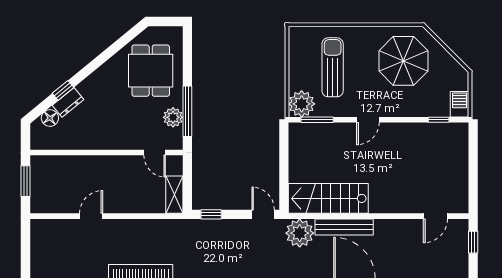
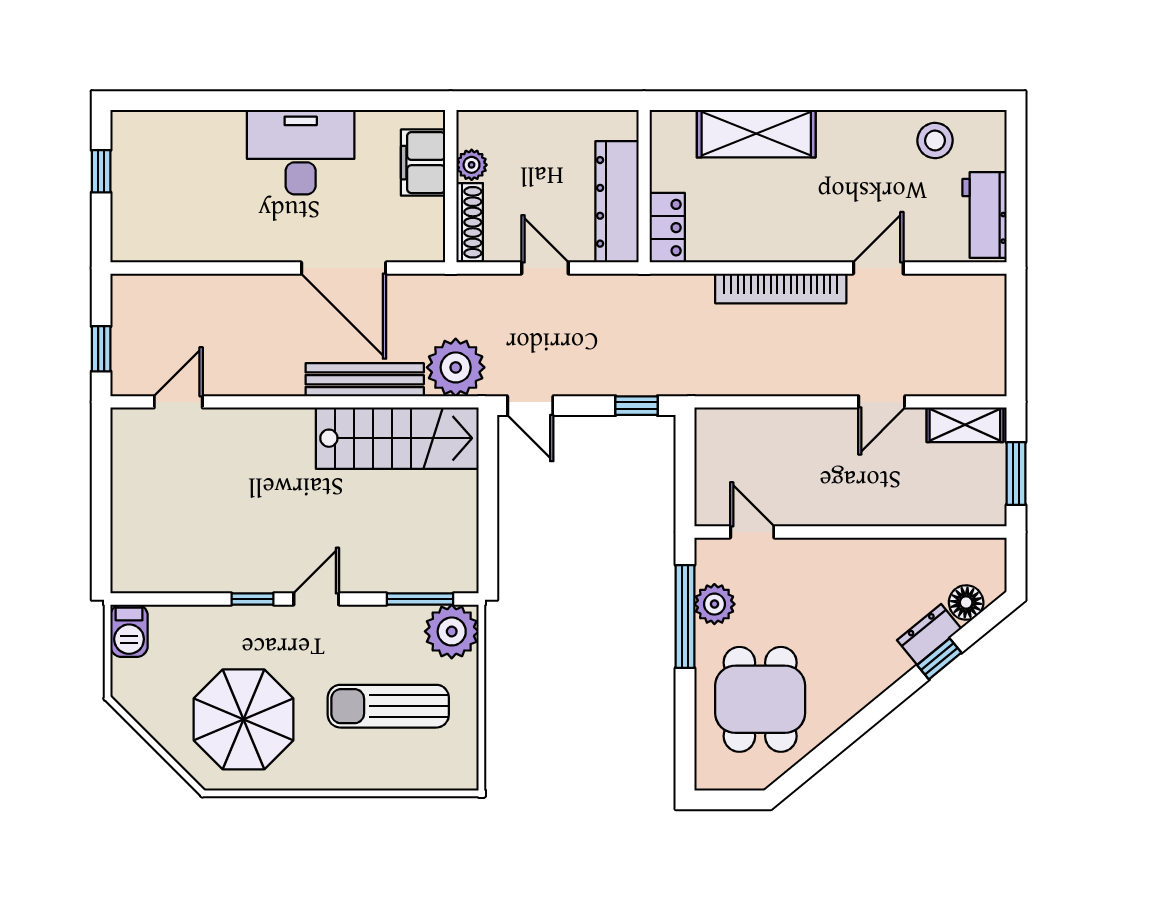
sun lounger: (333, 67) -> (388, 706), turned 90
window: (439, 120) -> (252, 599), moved
shelving: (174, 195) -> (965, 425), moved, turned 90

